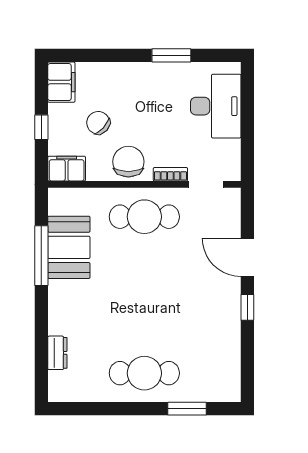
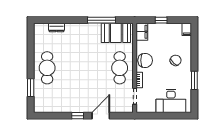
filing cabinet: (61, 82) -> (187, 29), width x0.50
chair: (98, 123) -> (176, 60), moved
booth: (69, 247) -> (116, 33), moved

